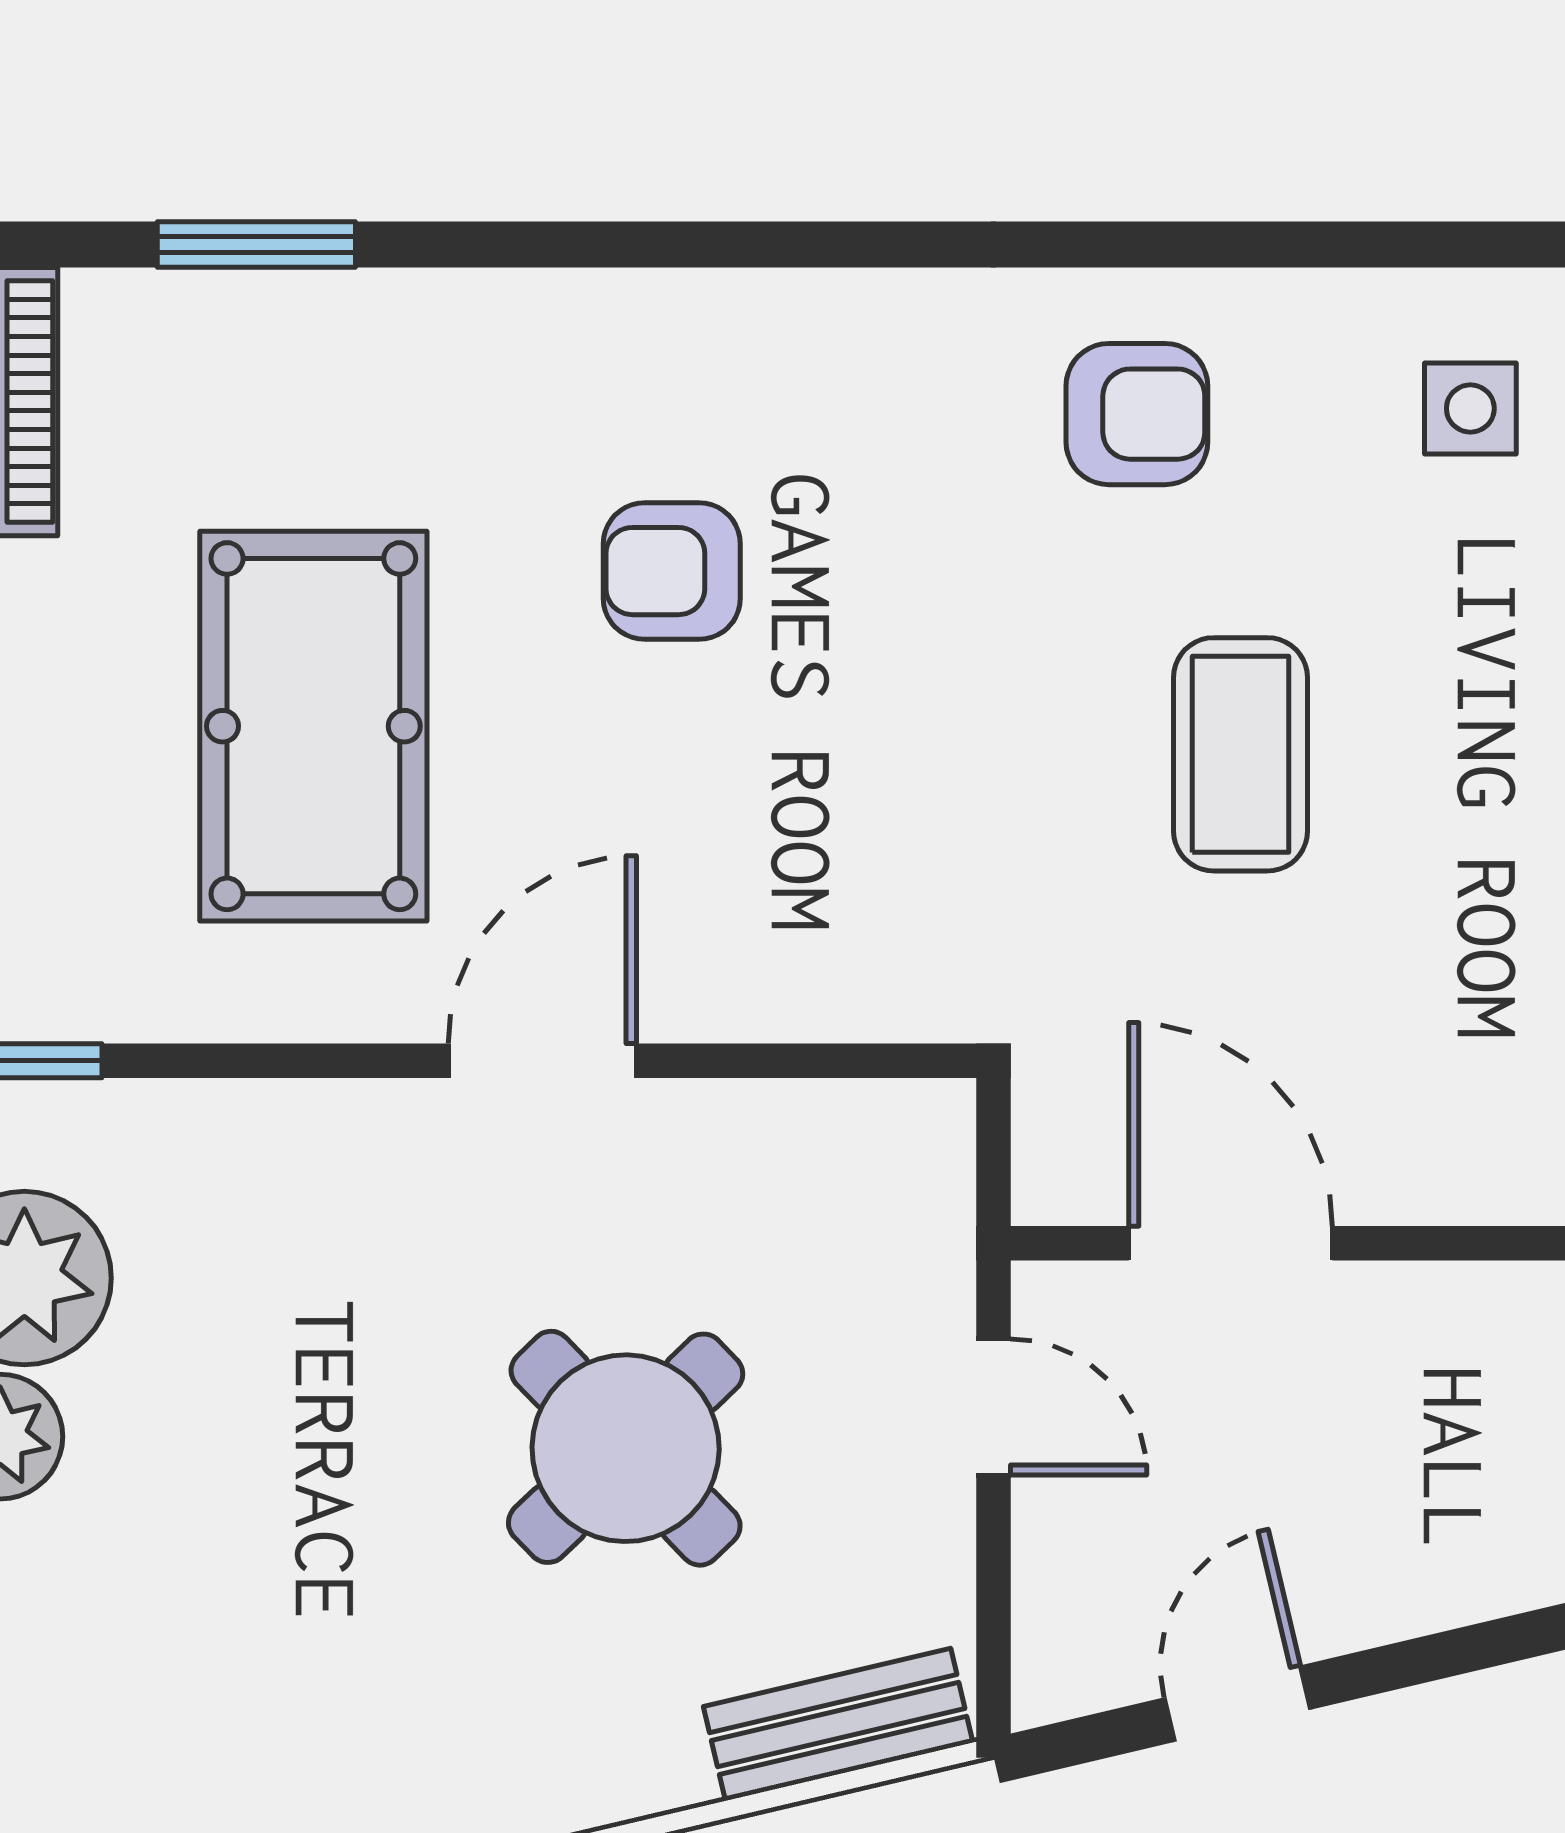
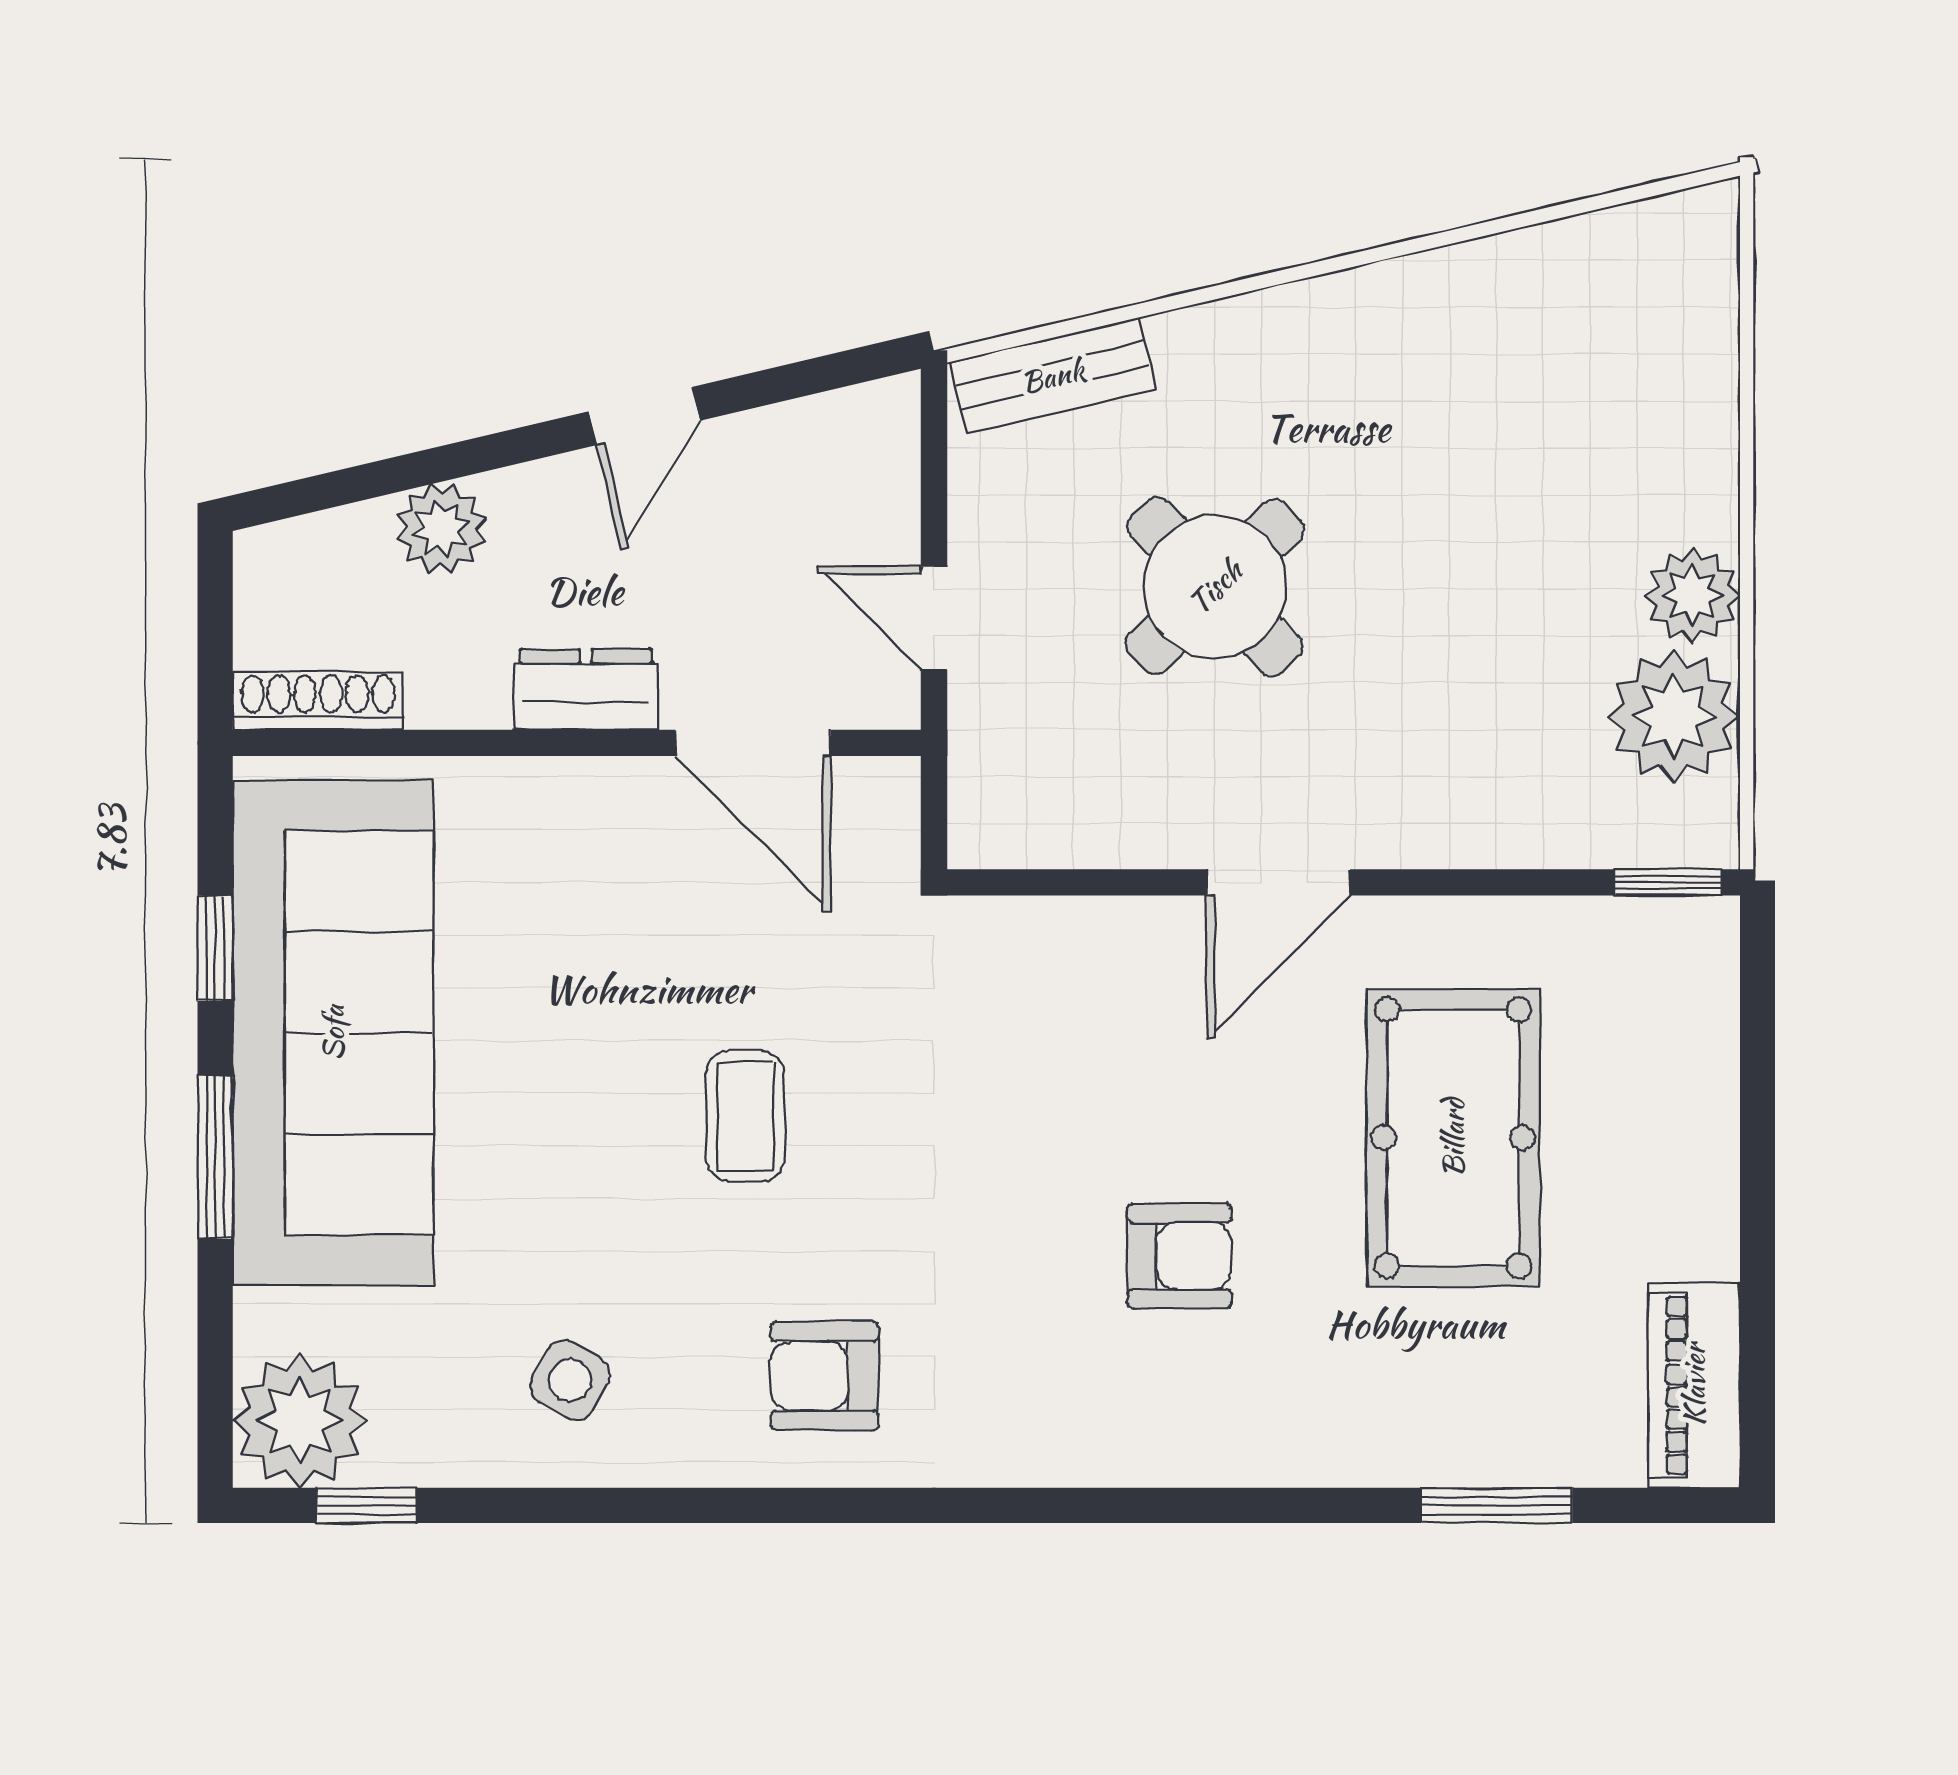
side table: (1470, 408) -> (570, 1380), turned 30
coffee table: (1241, 754) -> (745, 1116), width x0.73, depth x0.77
dresser: (1450, 1313) -> (586, 689), added
door: (1237, 1704) -> (644, 416), moved

